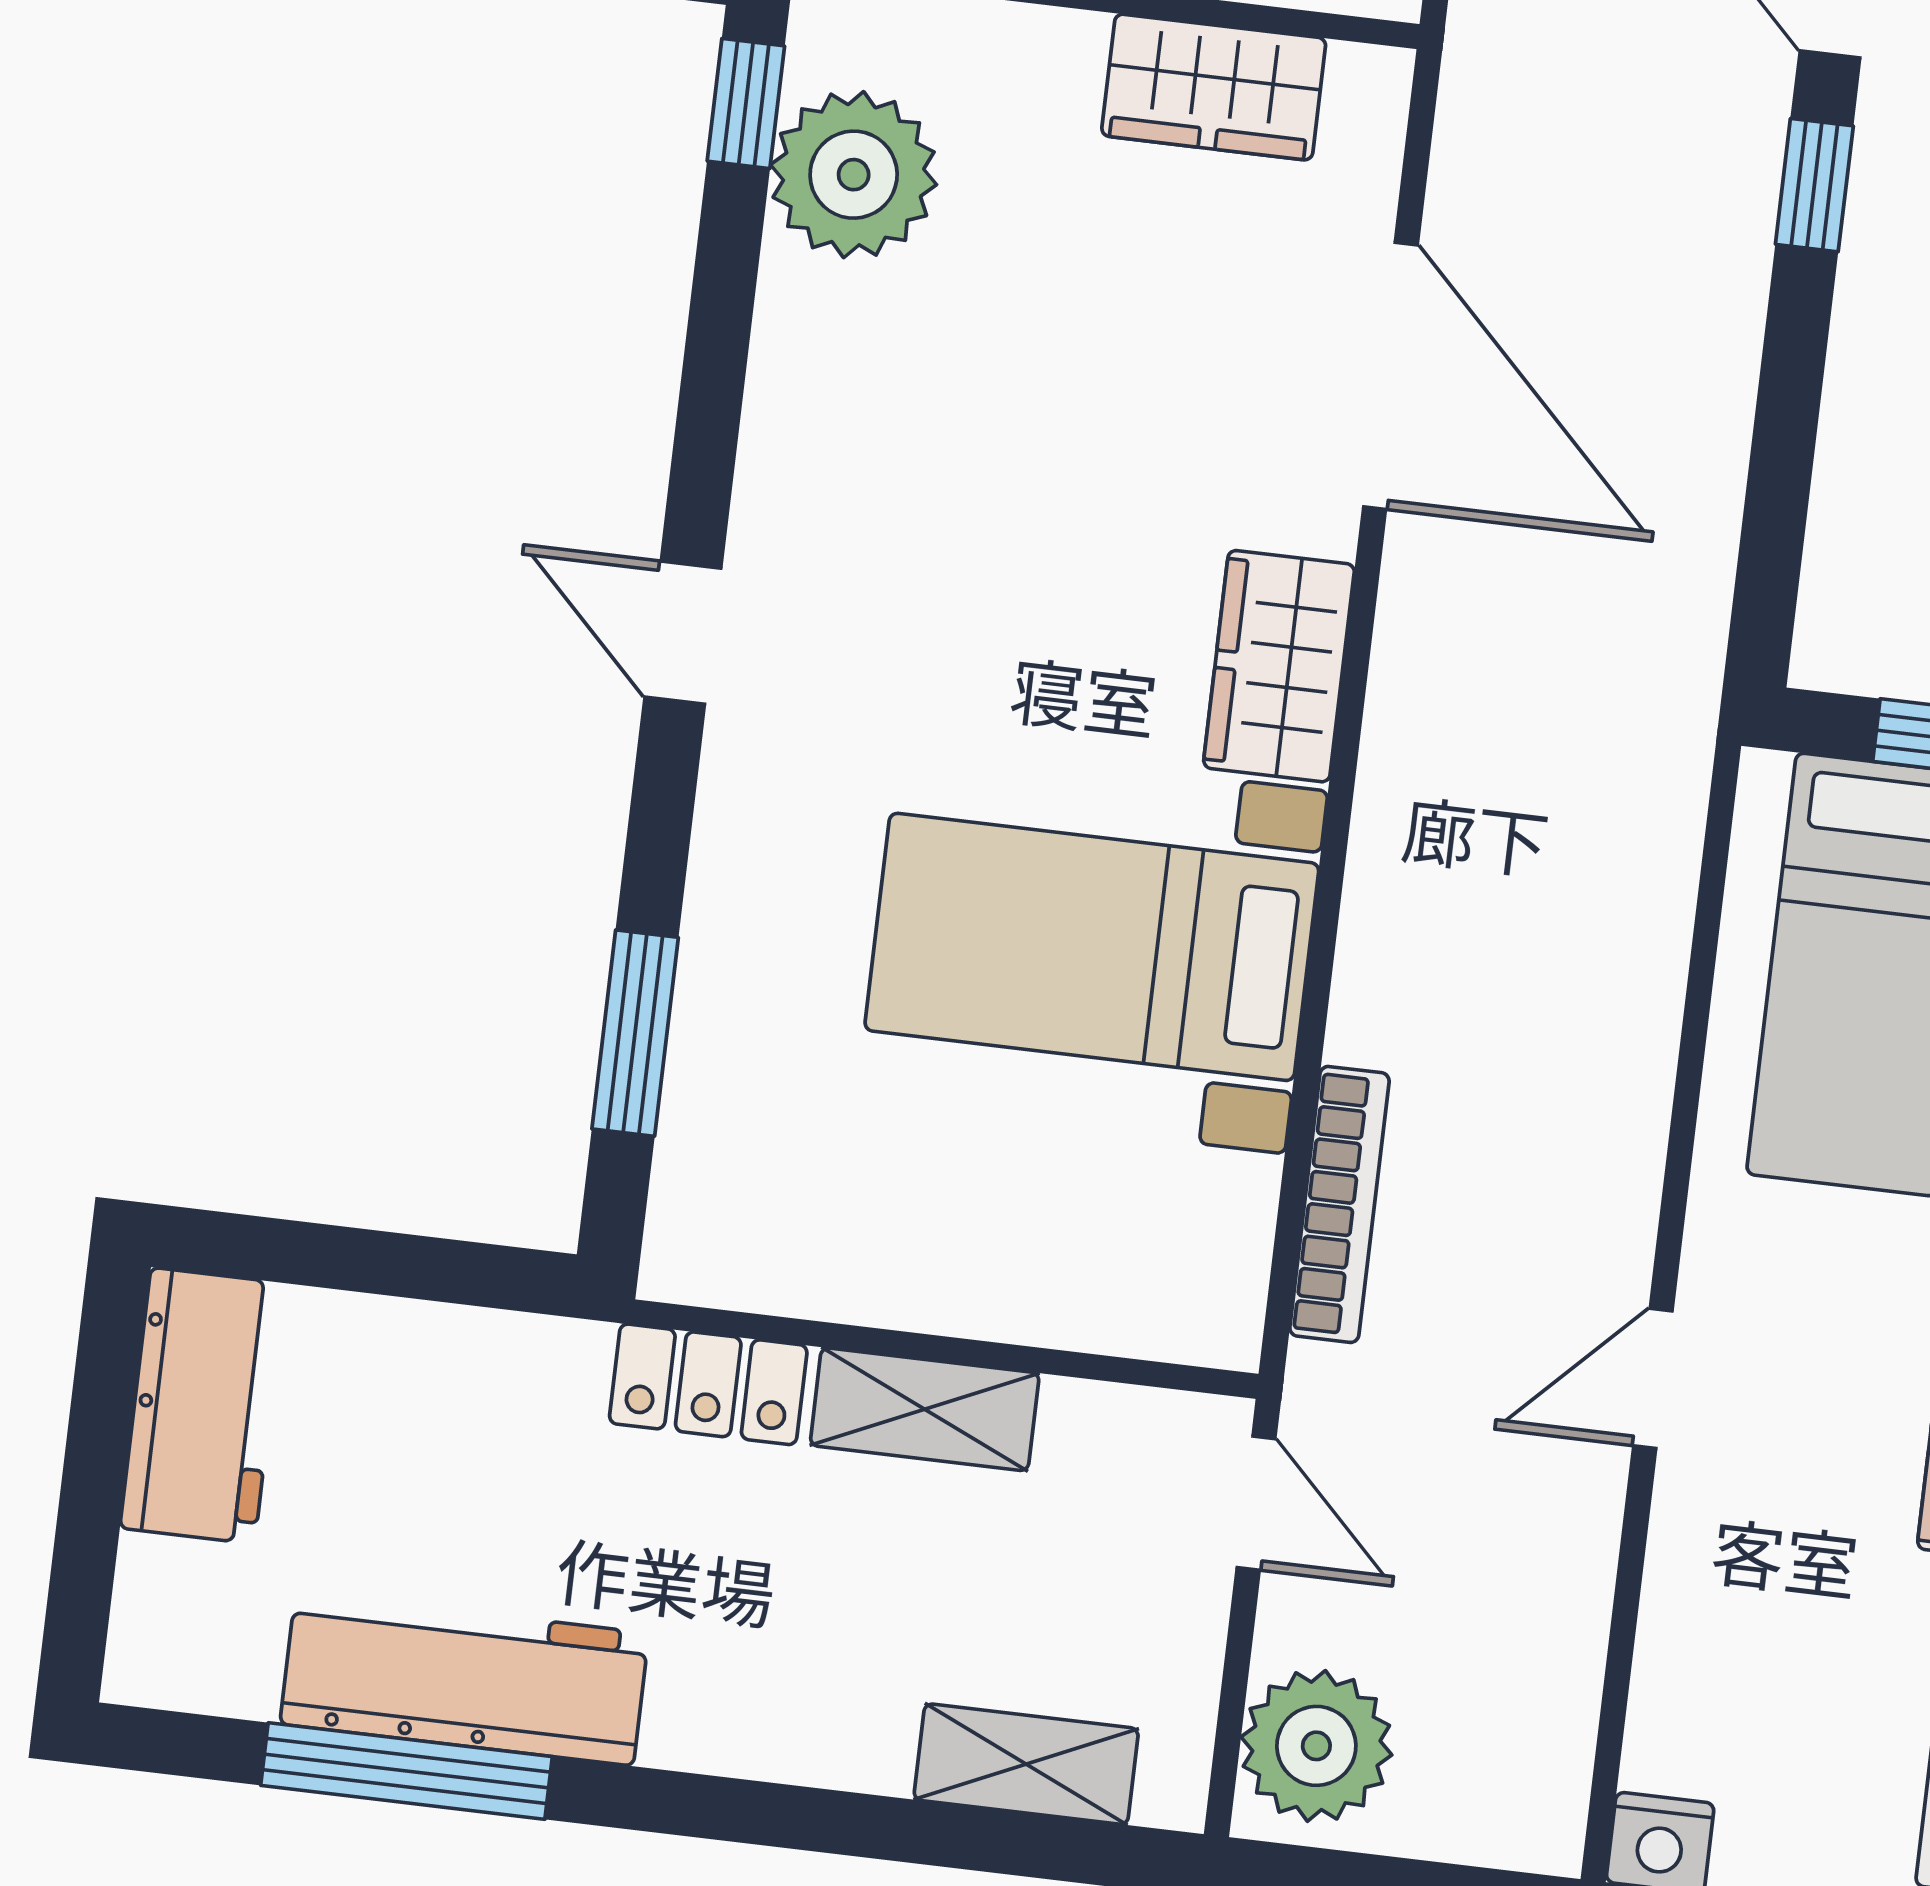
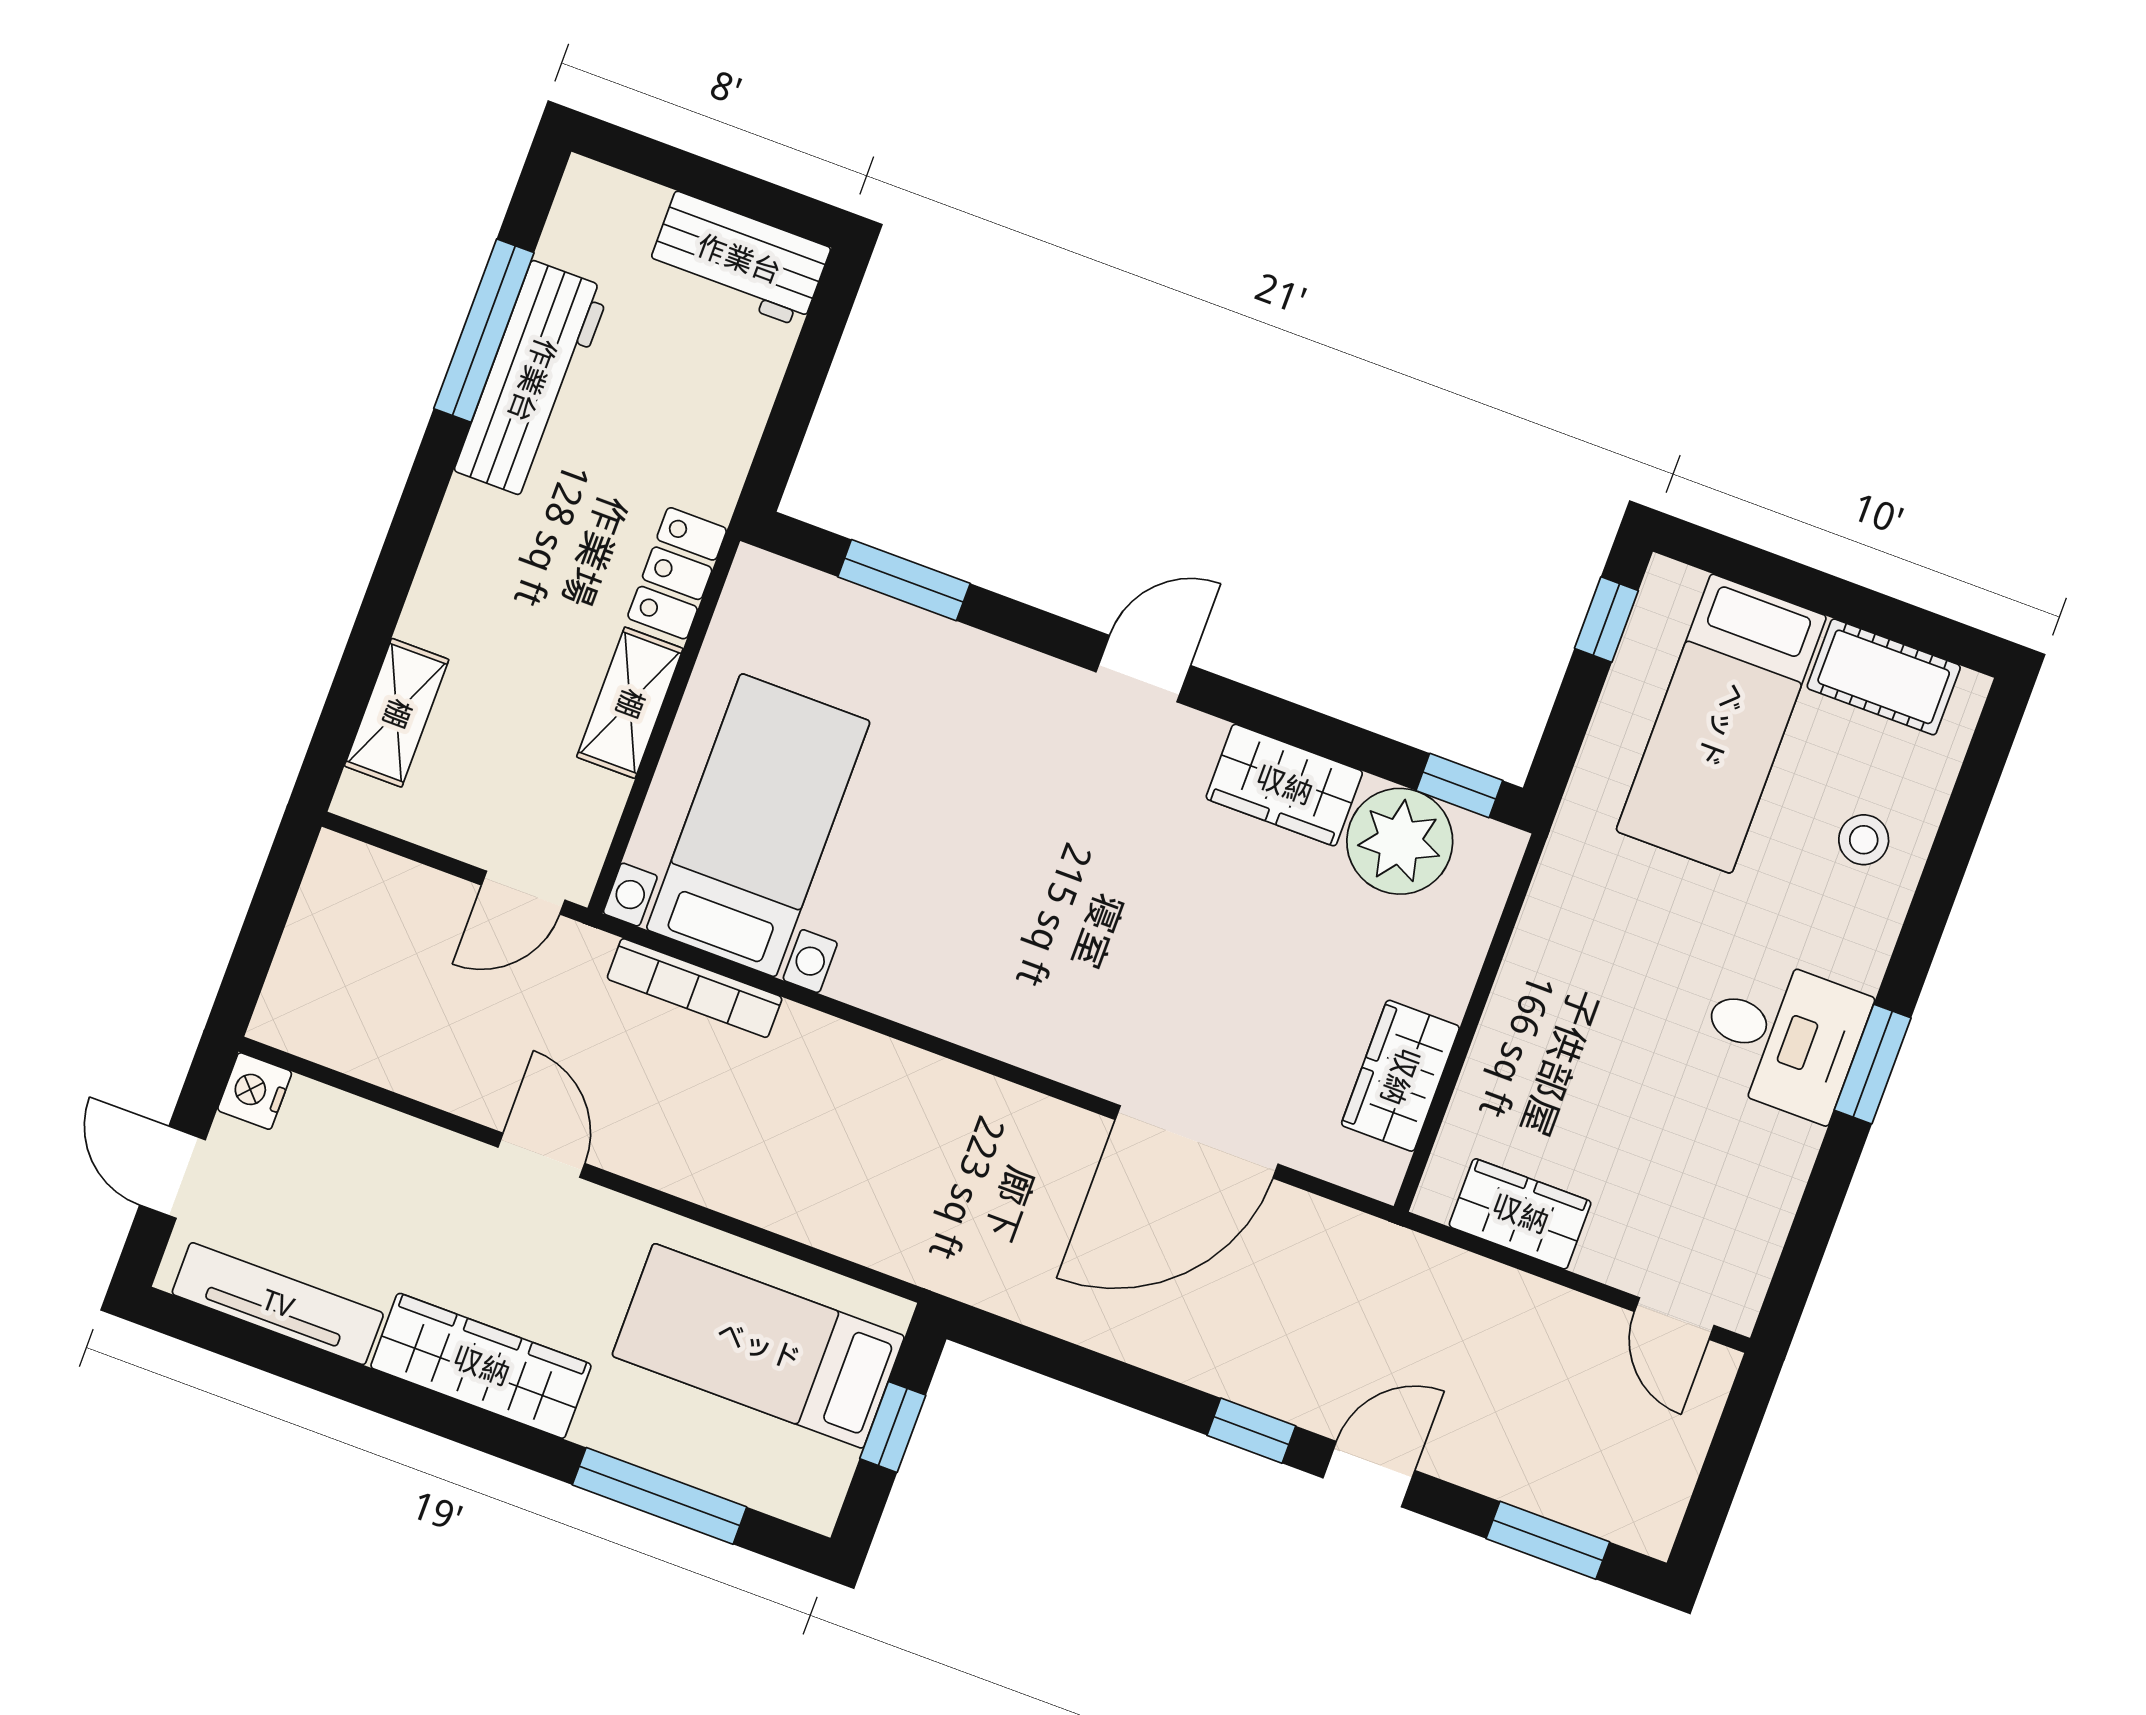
wardrobe: (1279, 666) -> (1284, 785), moved, turned 180
bed with nightstands: (1092, 947) -> (758, 825), moved
plant: (1316, 1746) -> (365, 894), removed

